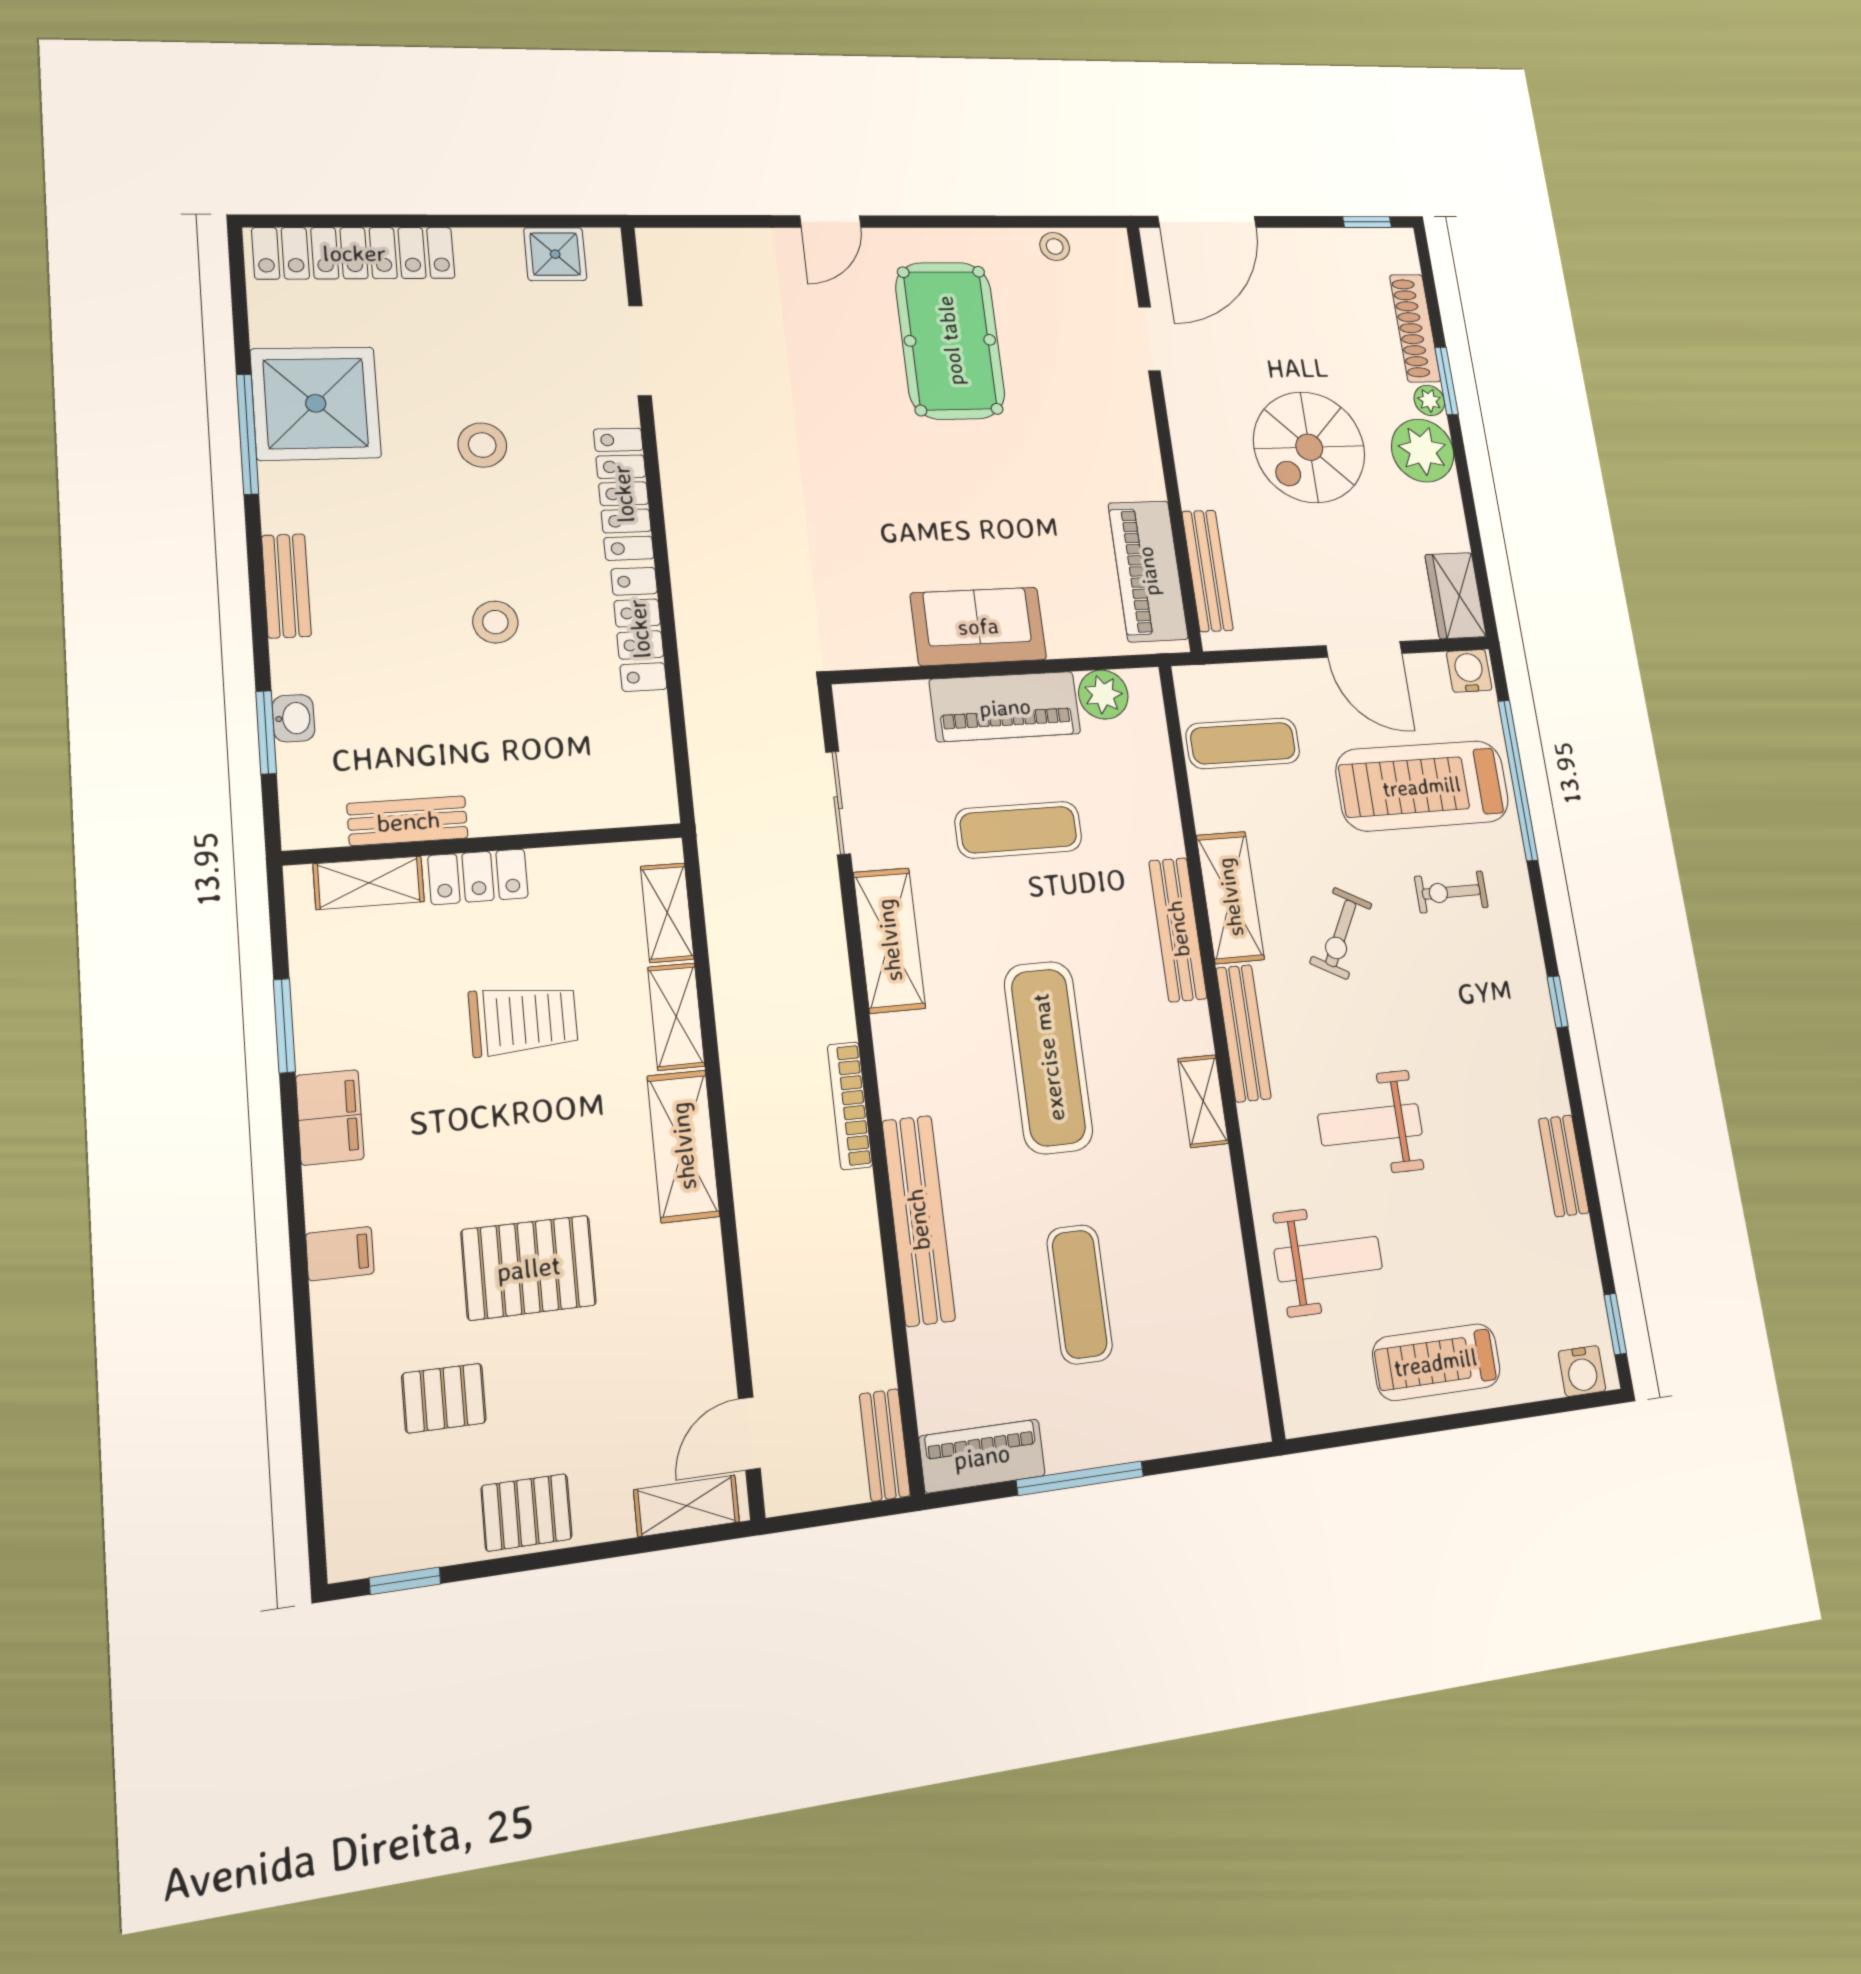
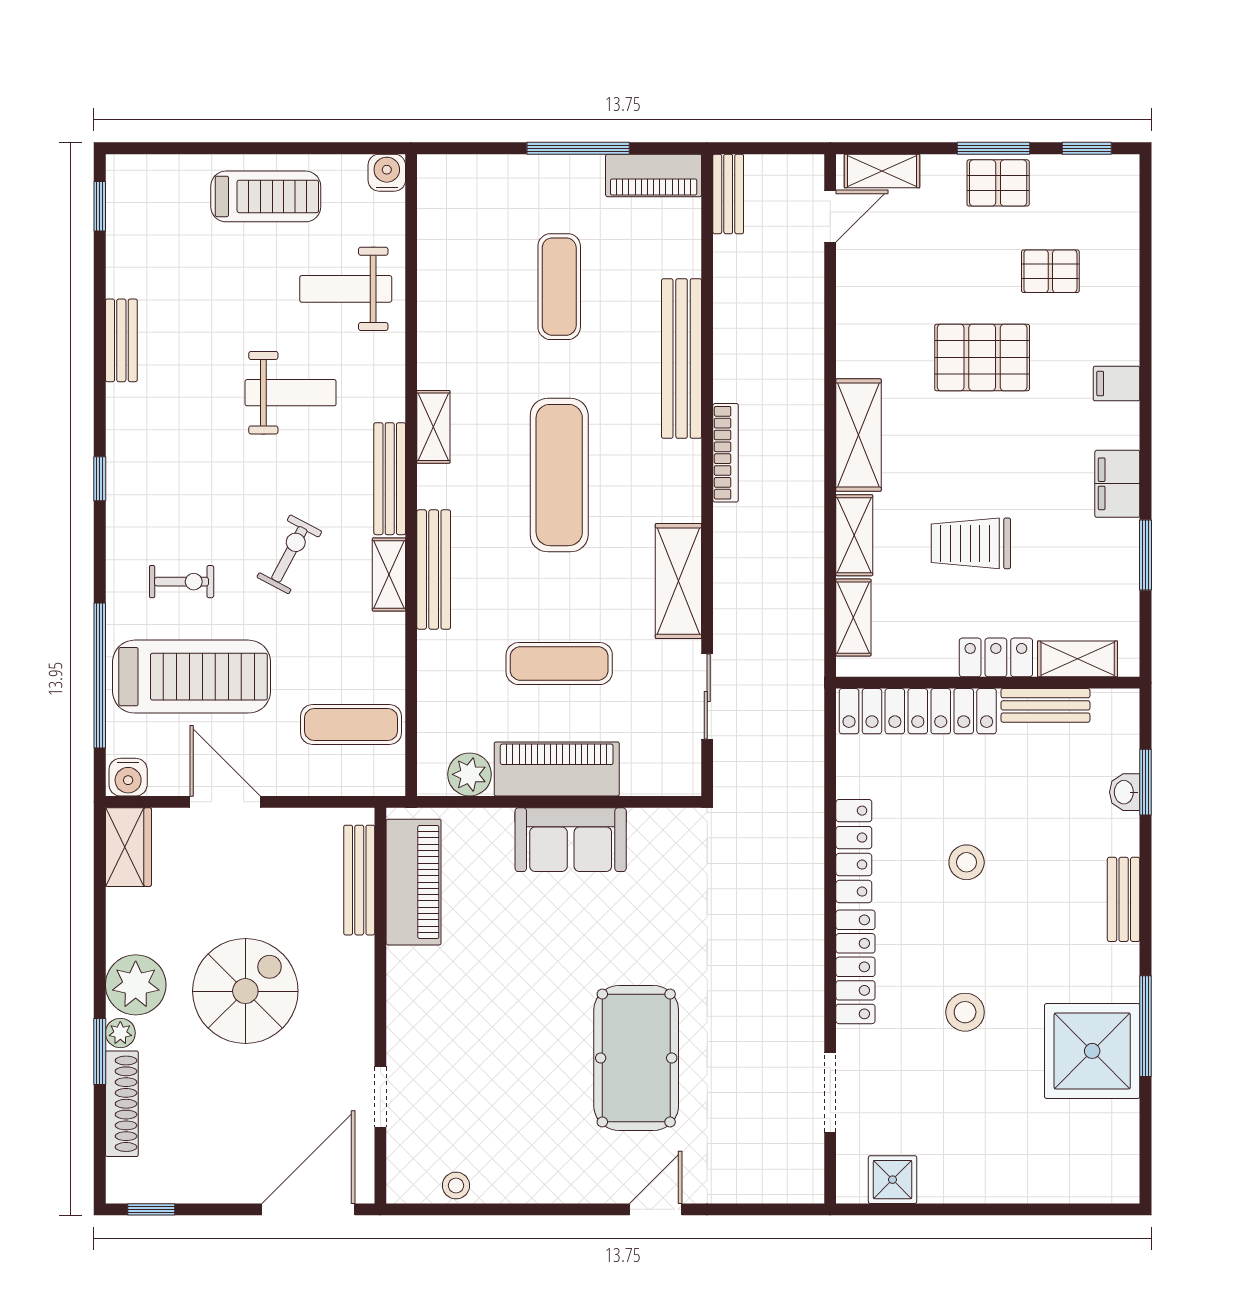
locker: (354, 253) -> (918, 711), moved, turned 180
pool table: (950, 340) -> (636, 1058), moved
shelving: (1230, 897) -> (389, 574), width x0.67, depth x0.75
water cooler: (1582, 1371) -> (387, 173), moved
window: (537, 1561) -> (994, 148), added

